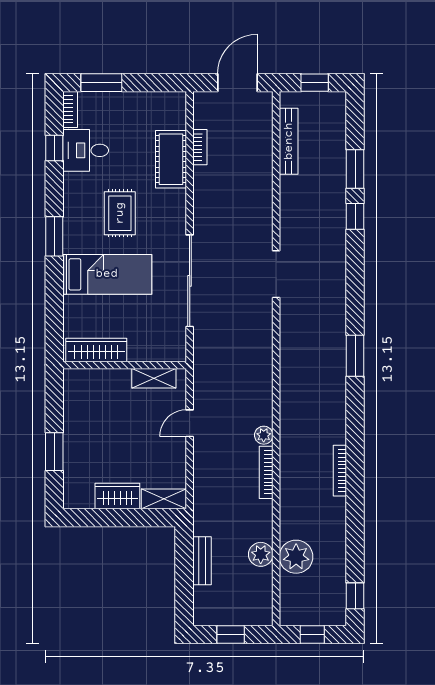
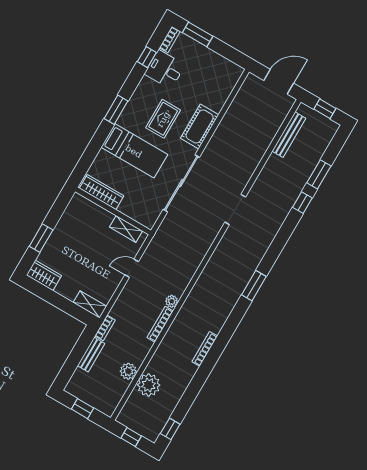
bookcase: (200, 147) -> (105, 328), moved
cot: (171, 159) -> (200, 126), moved
wardrobe: (117, 496) -> (44, 275), moved

